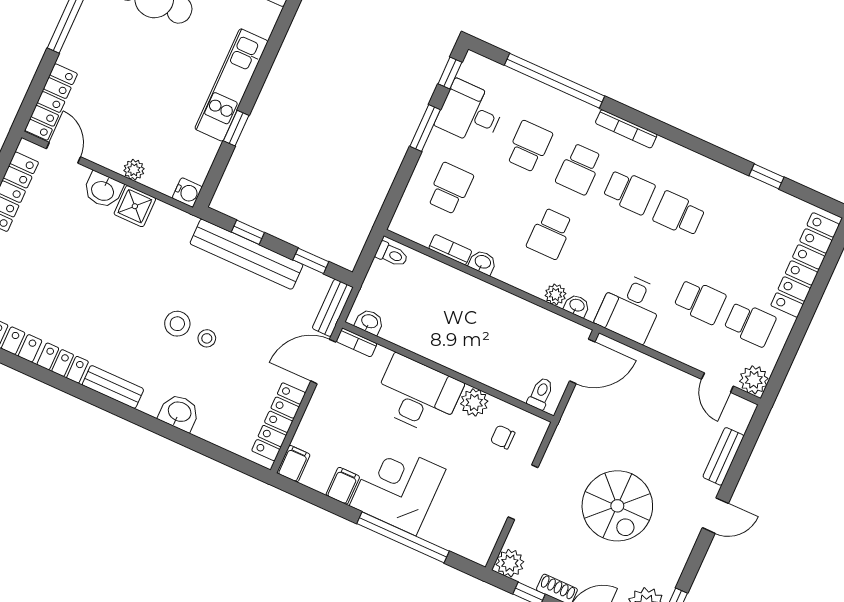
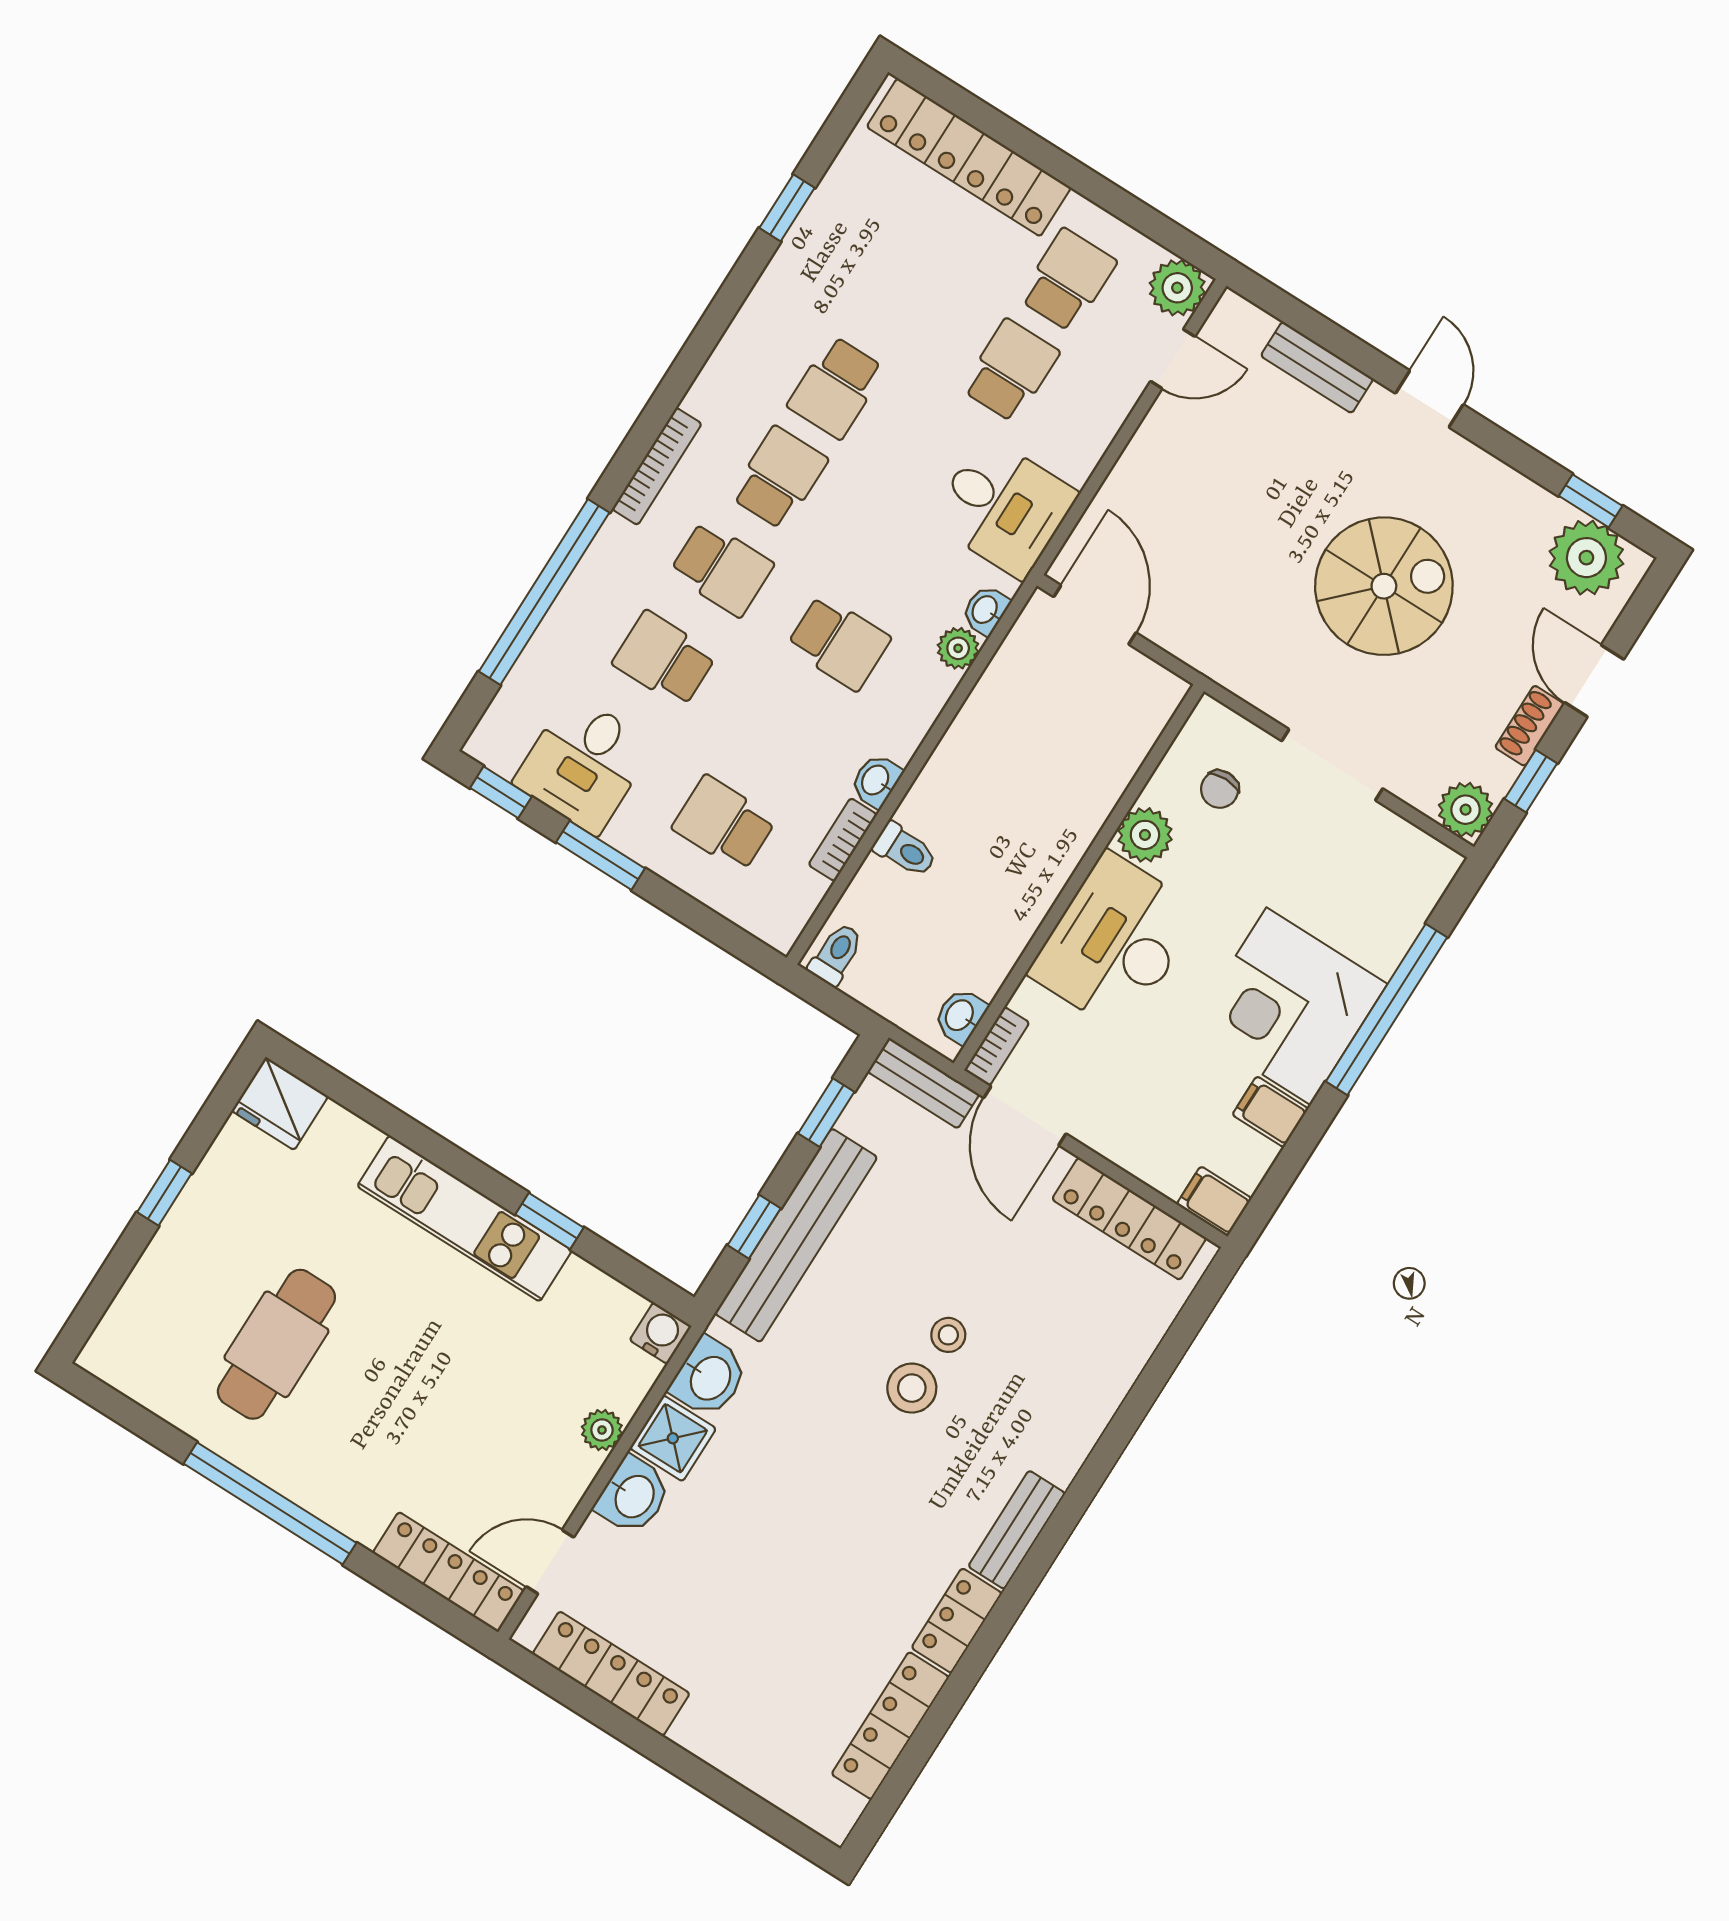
toilet: (541, 393) -> (905, 850), moved, turned 180
washbasin: (179, 412) -> (709, 1377), moved, turned 180

